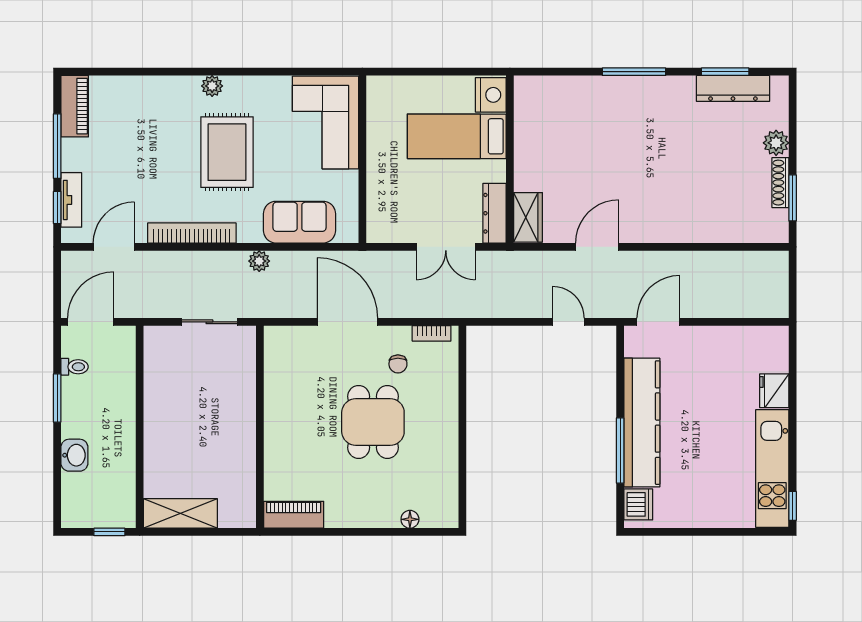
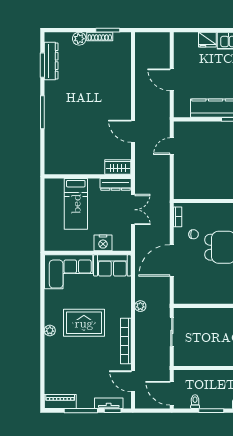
nightstand: (491, 95) -> (103, 243), moved, turned 180
sofa: (299, 222) -> (112, 265), moved, turned -90
door: (658, 322) -> (172, 80), moved

